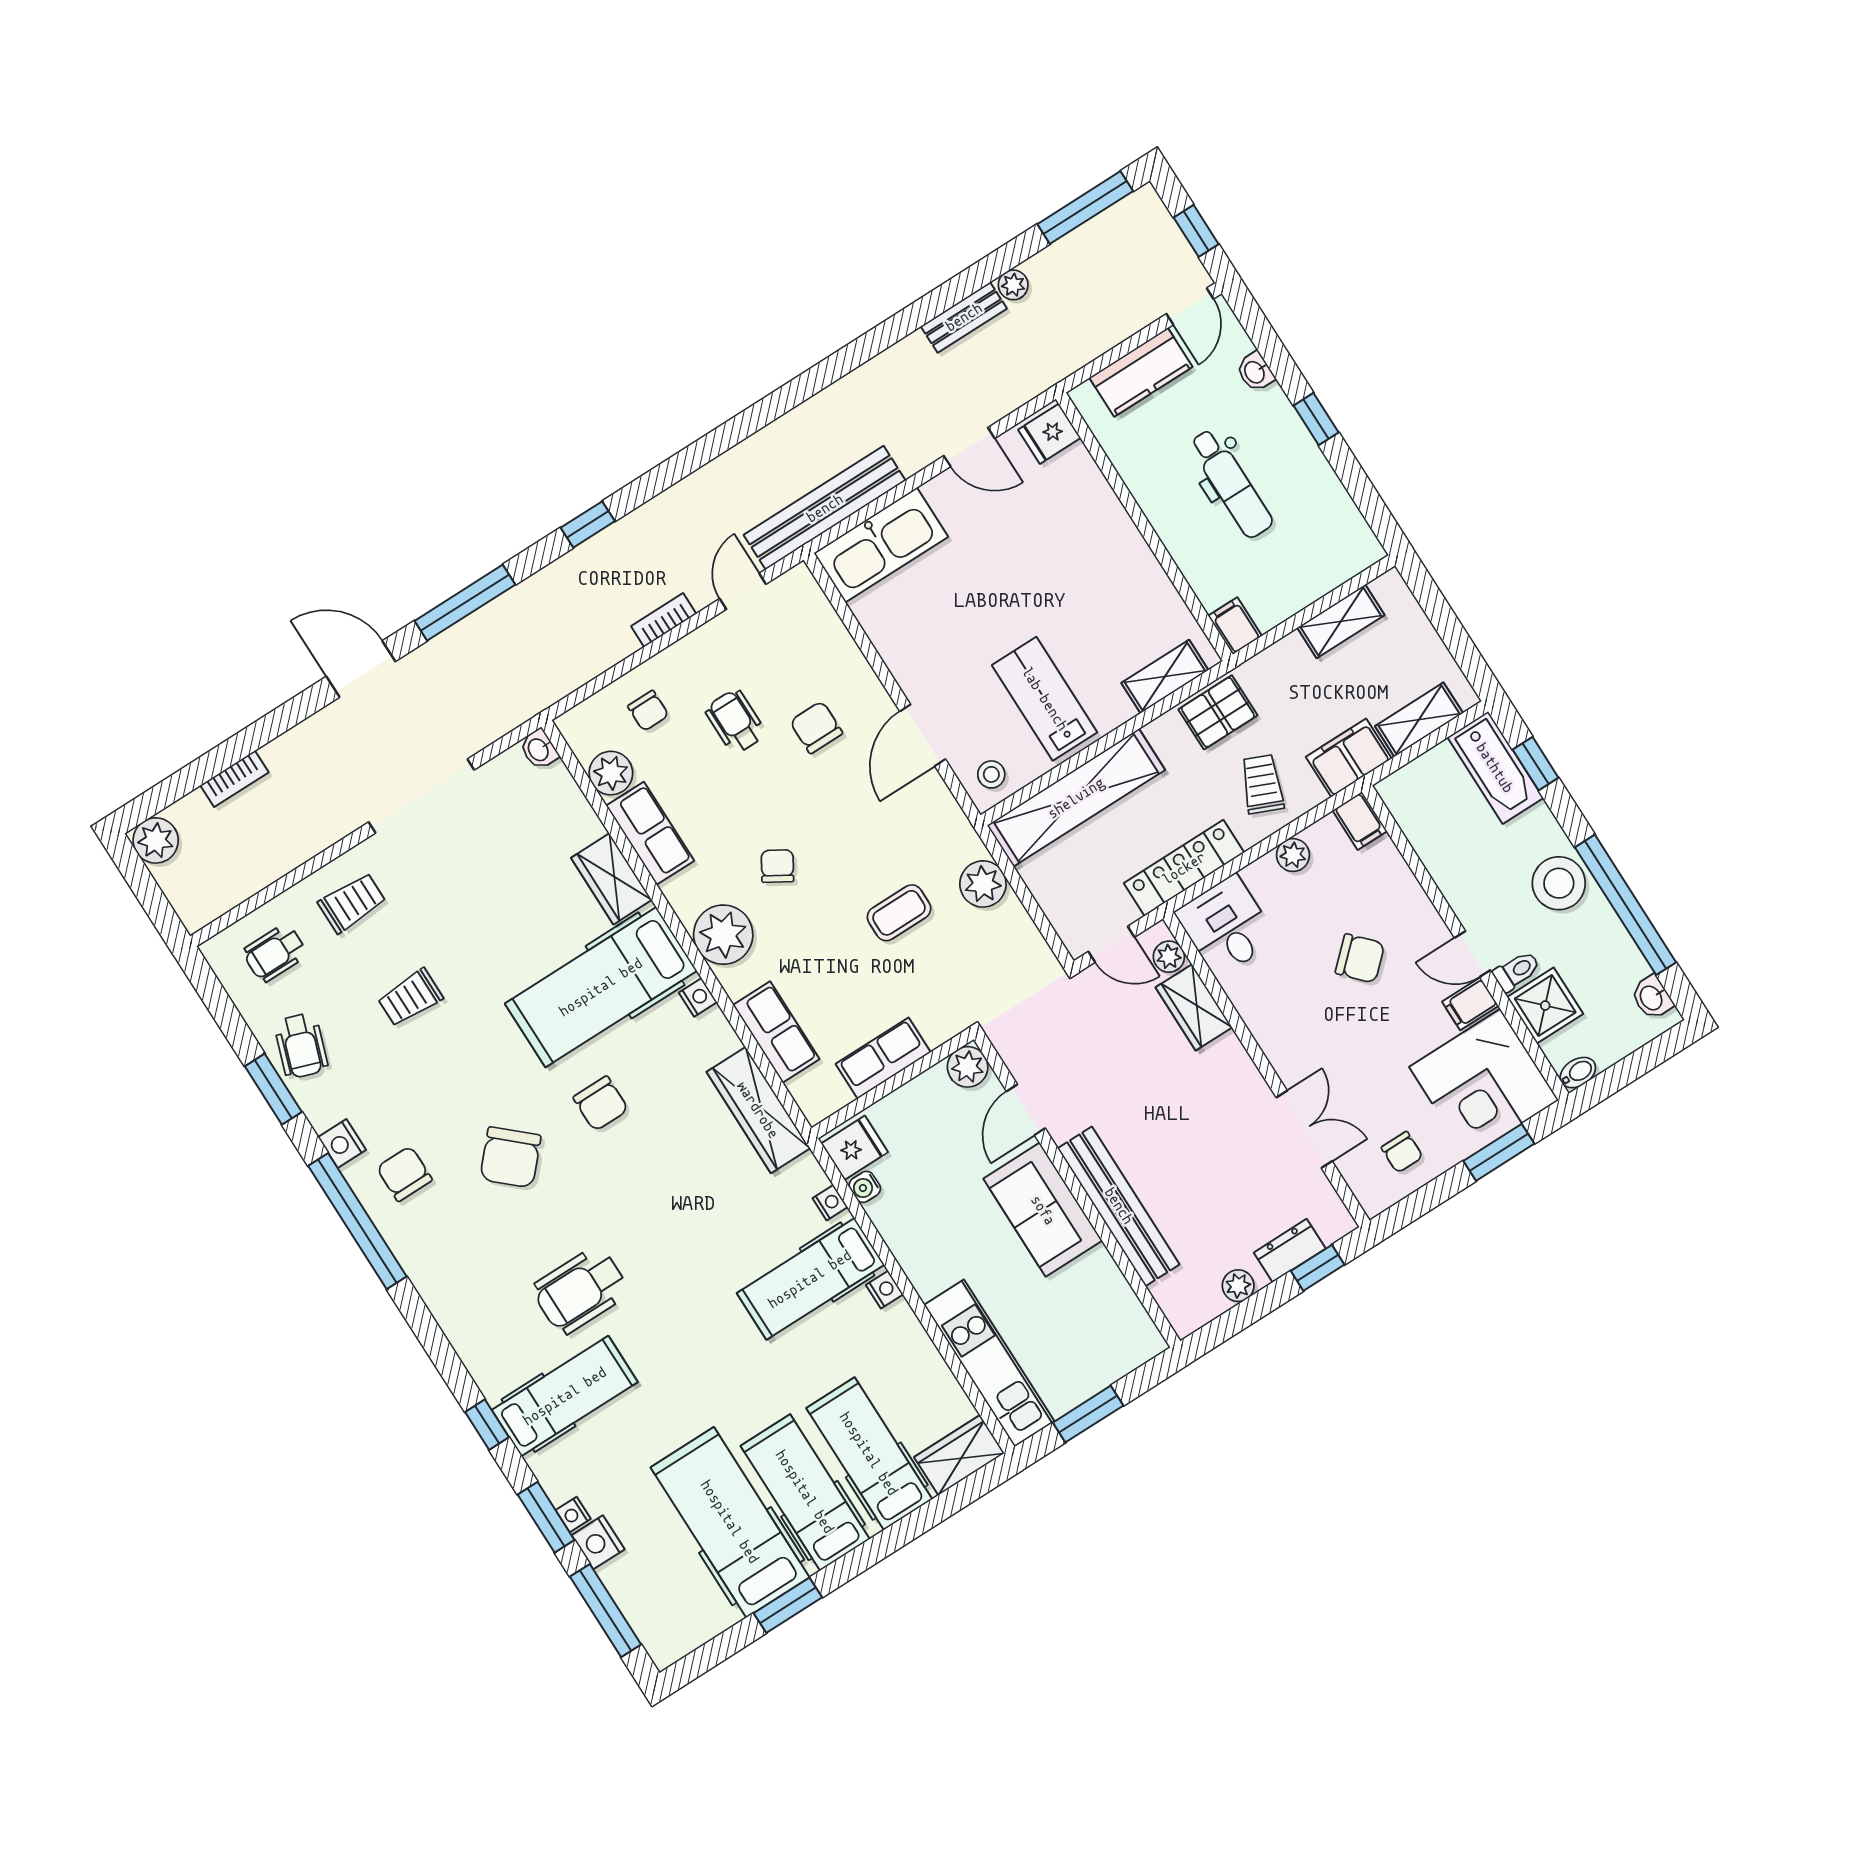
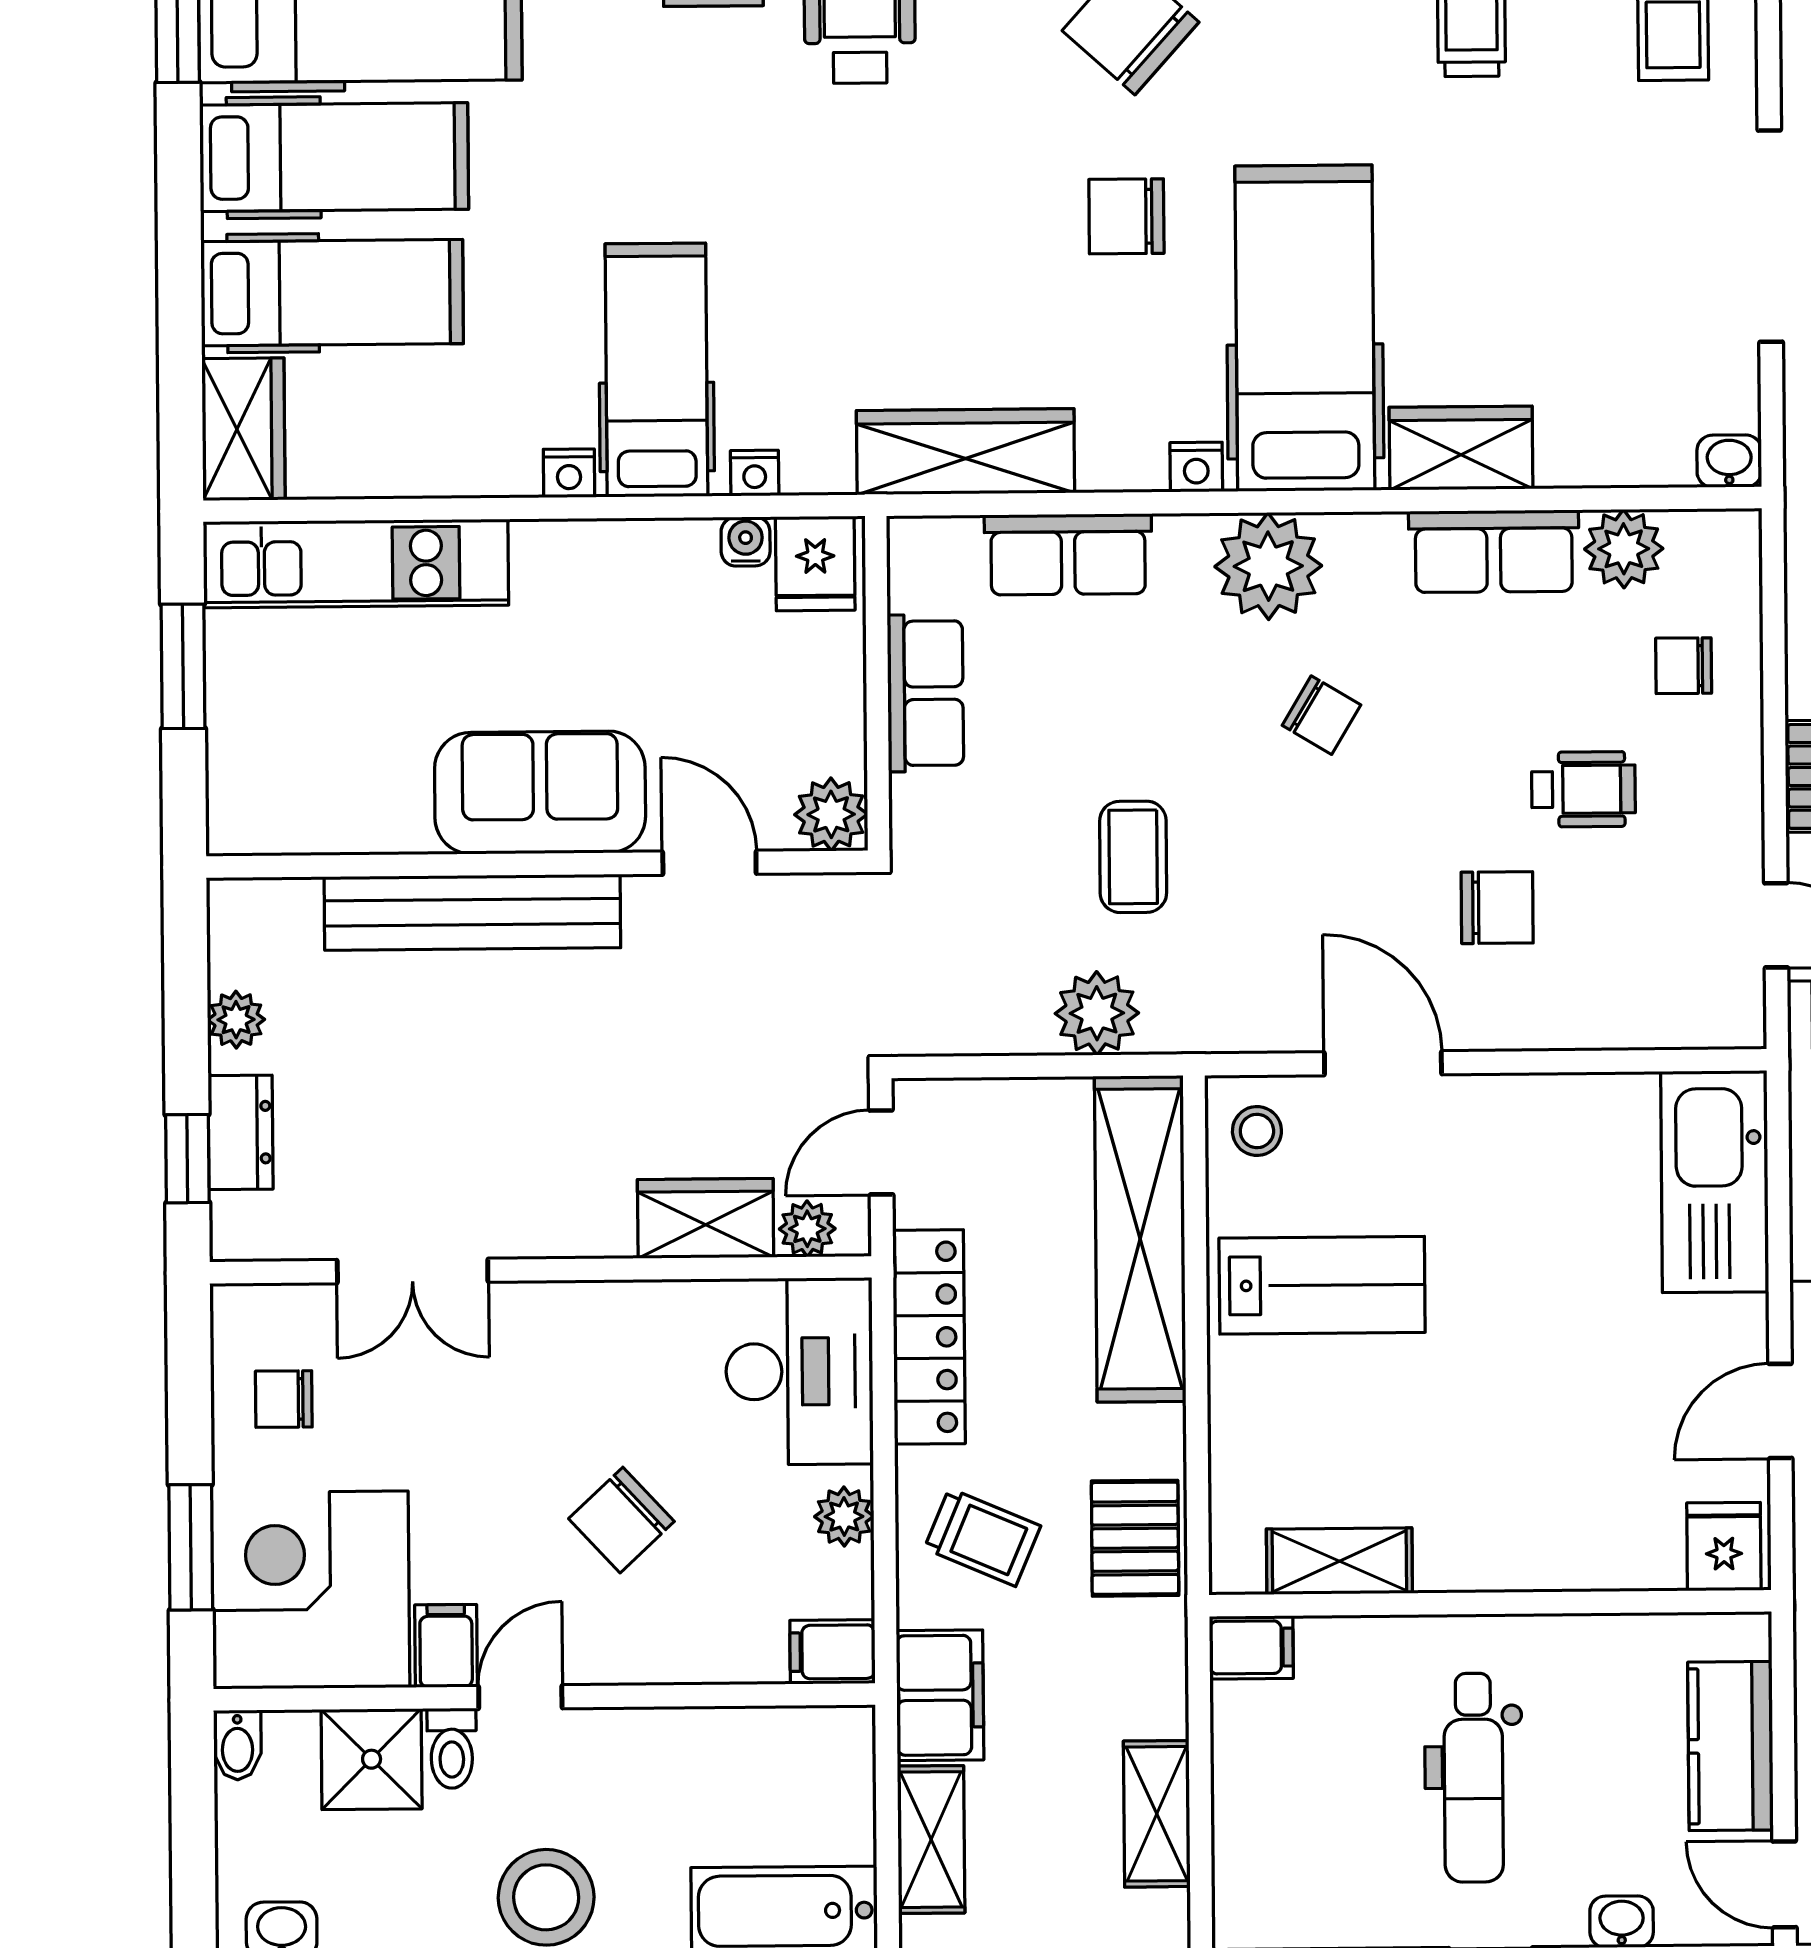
dental chair: (1231, 483) -> (1474, 1778), turned -90
shelving: (1165, 677) -> (1339, 1561), moved, turned 90
desk: (1226, 926) -> (799, 1371), width x1.37

